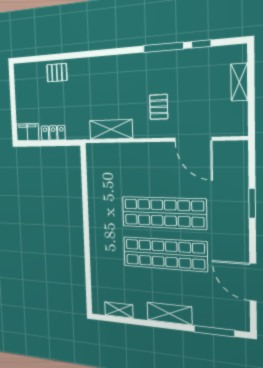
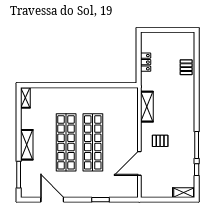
shelving: (239, 82) -> (184, 193), moved
filing cabinet: (27, 132) -> (147, 41), removed
door: (253, 282) -> (52, 200), hinge flipped
shelving: (119, 310) -> (25, 98), moved

